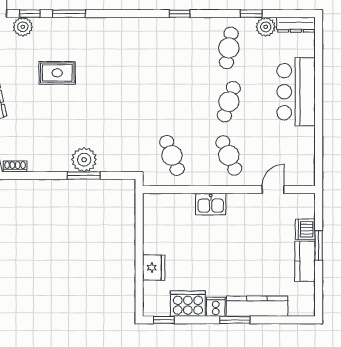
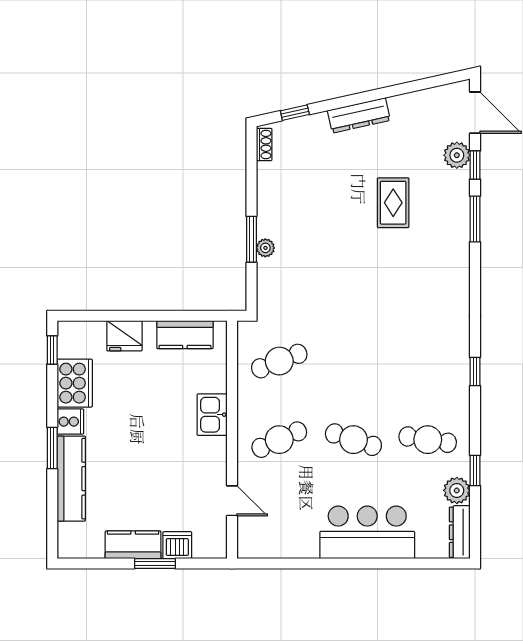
plant: (84, 160) -> (265, 248), width x0.53, depth x0.53
kitchen counter: (153, 224) -> (185, 335), added

